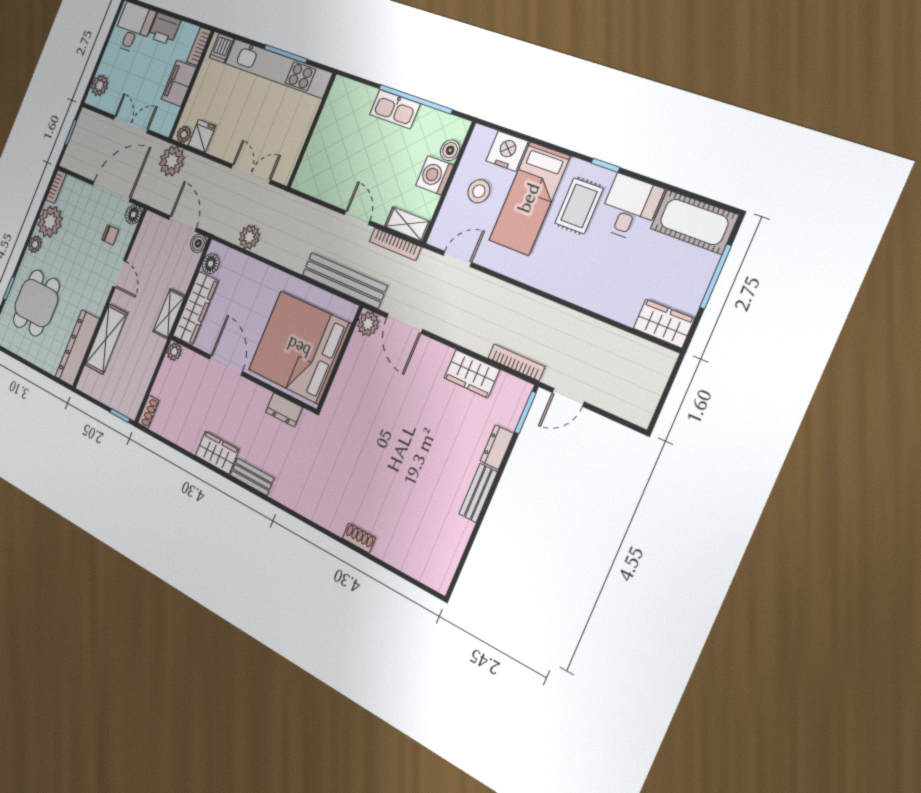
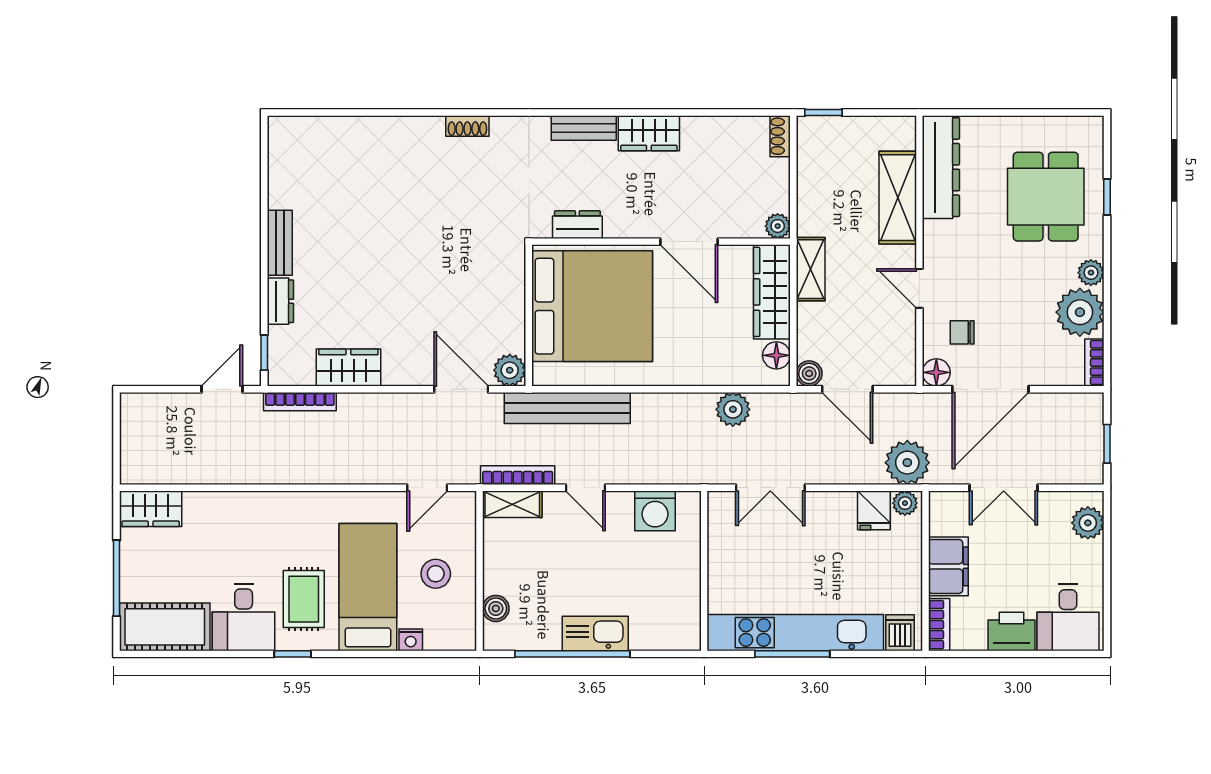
nightstand: (507, 151) -> (411, 640), width x0.53, depth x0.56
washing machine: (435, 175) -> (655, 511), moved, turned 90
window: (525, 412) -> (264, 353), width x0.67
shoe rack: (359, 538) -> (467, 126), moved

